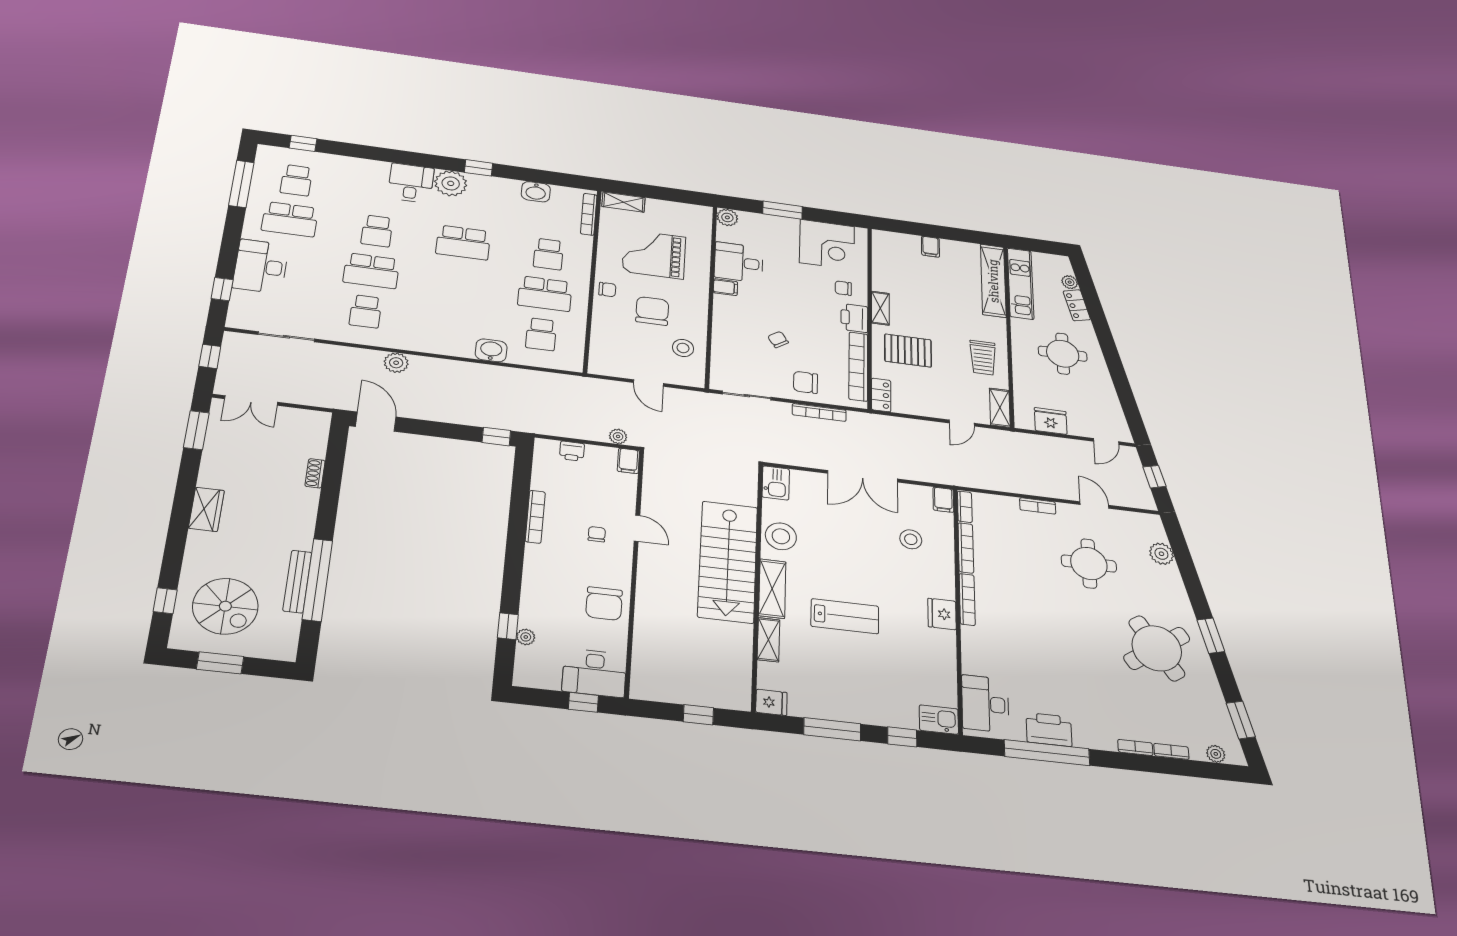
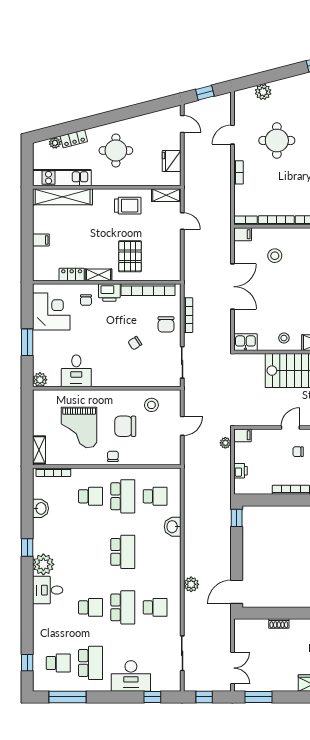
school desk: (463, 243) -> (123, 552), moved
filing cabinet: (725, 287) -> (98, 379), removed
locker: (881, 395) -> (72, 274), moved
stool: (781, 536) -> (284, 338), width x0.53, depth x0.53

